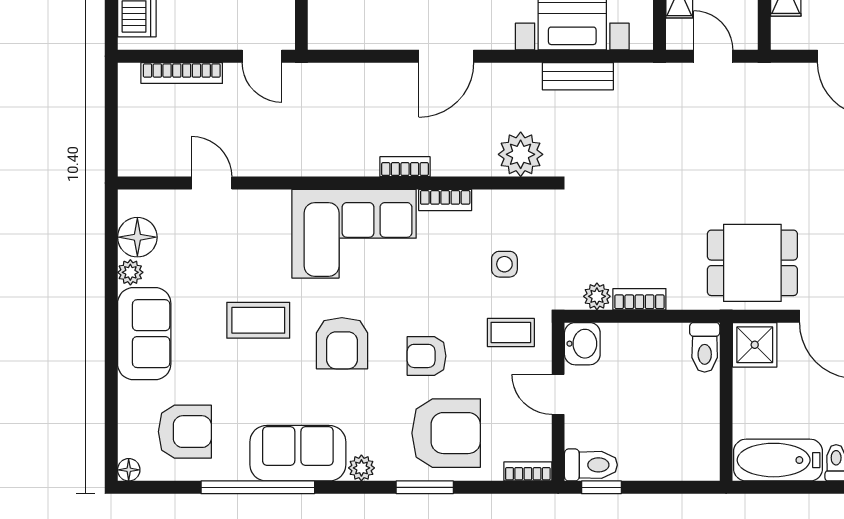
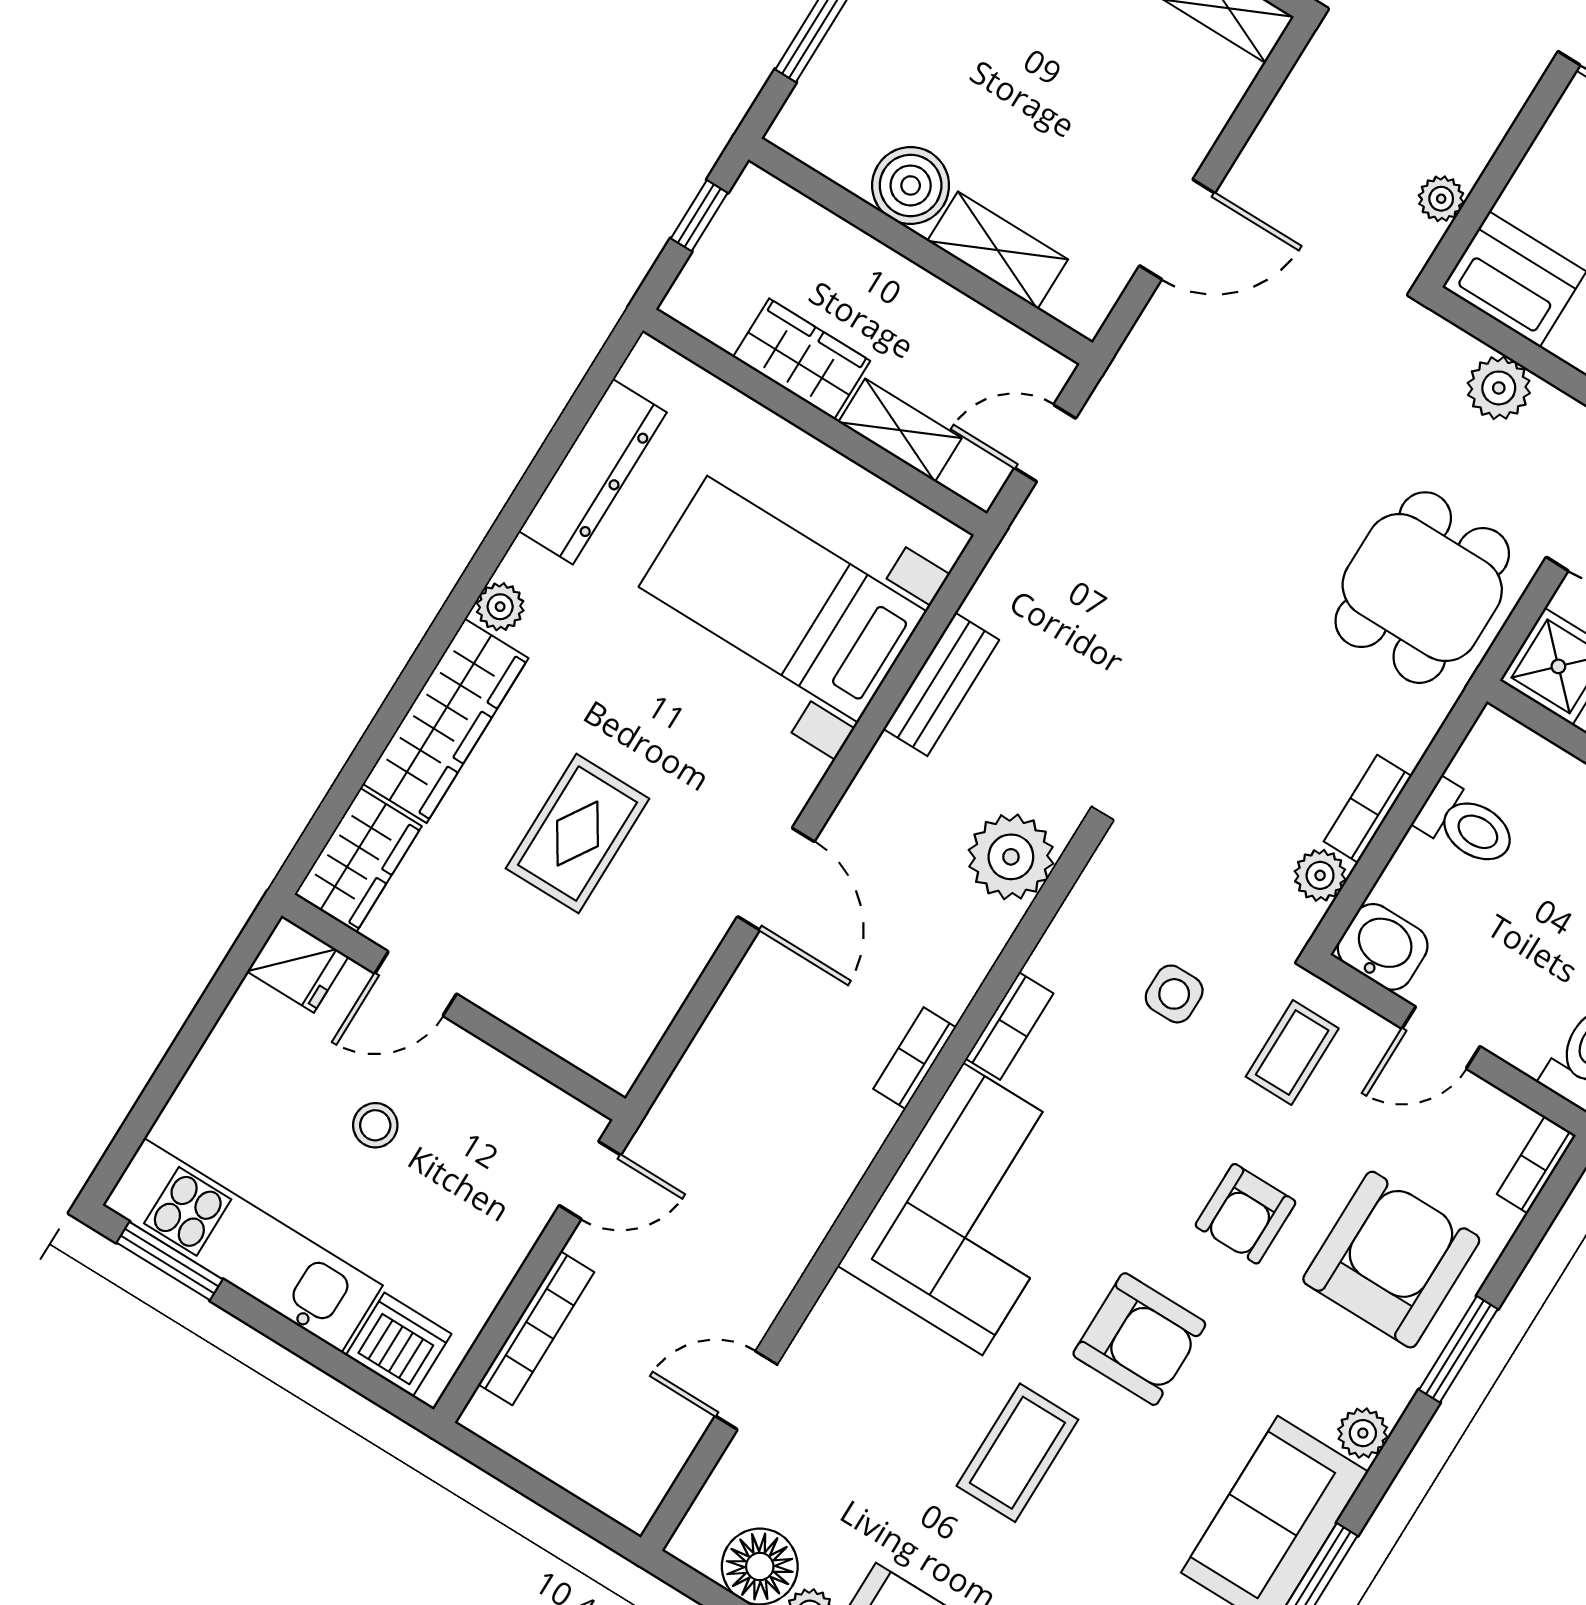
toilet: (705, 347) -> (1466, 825), moved

